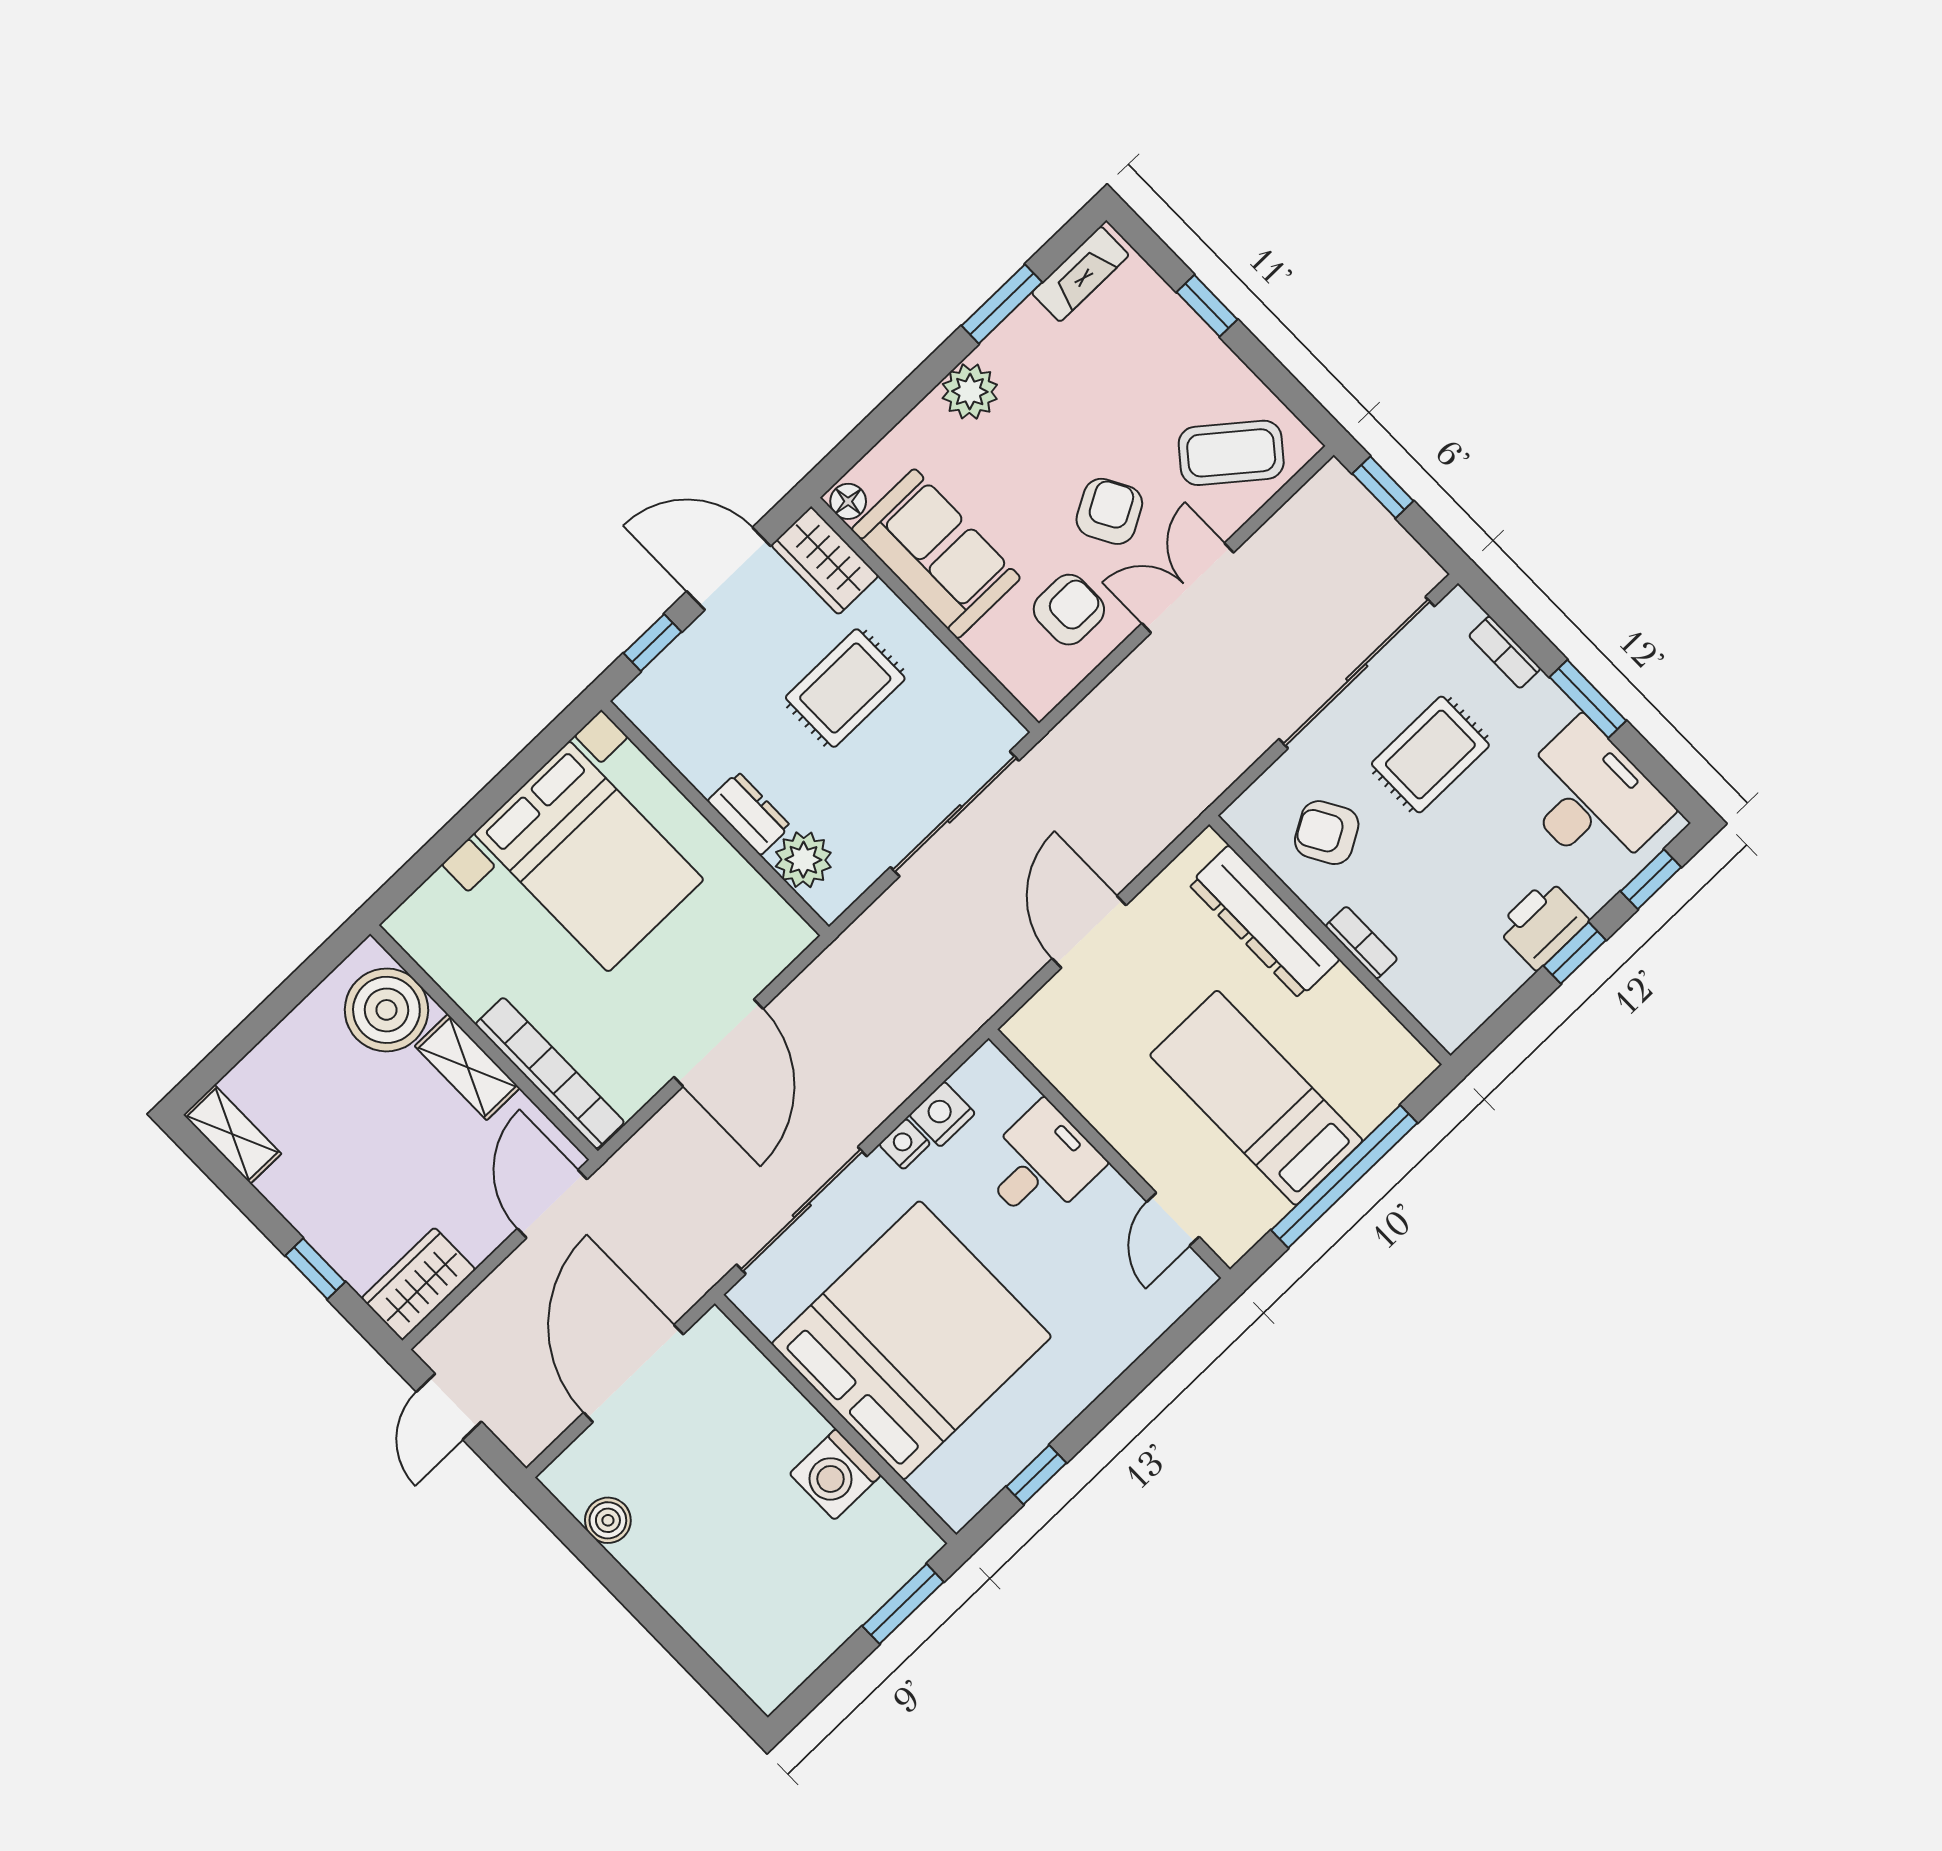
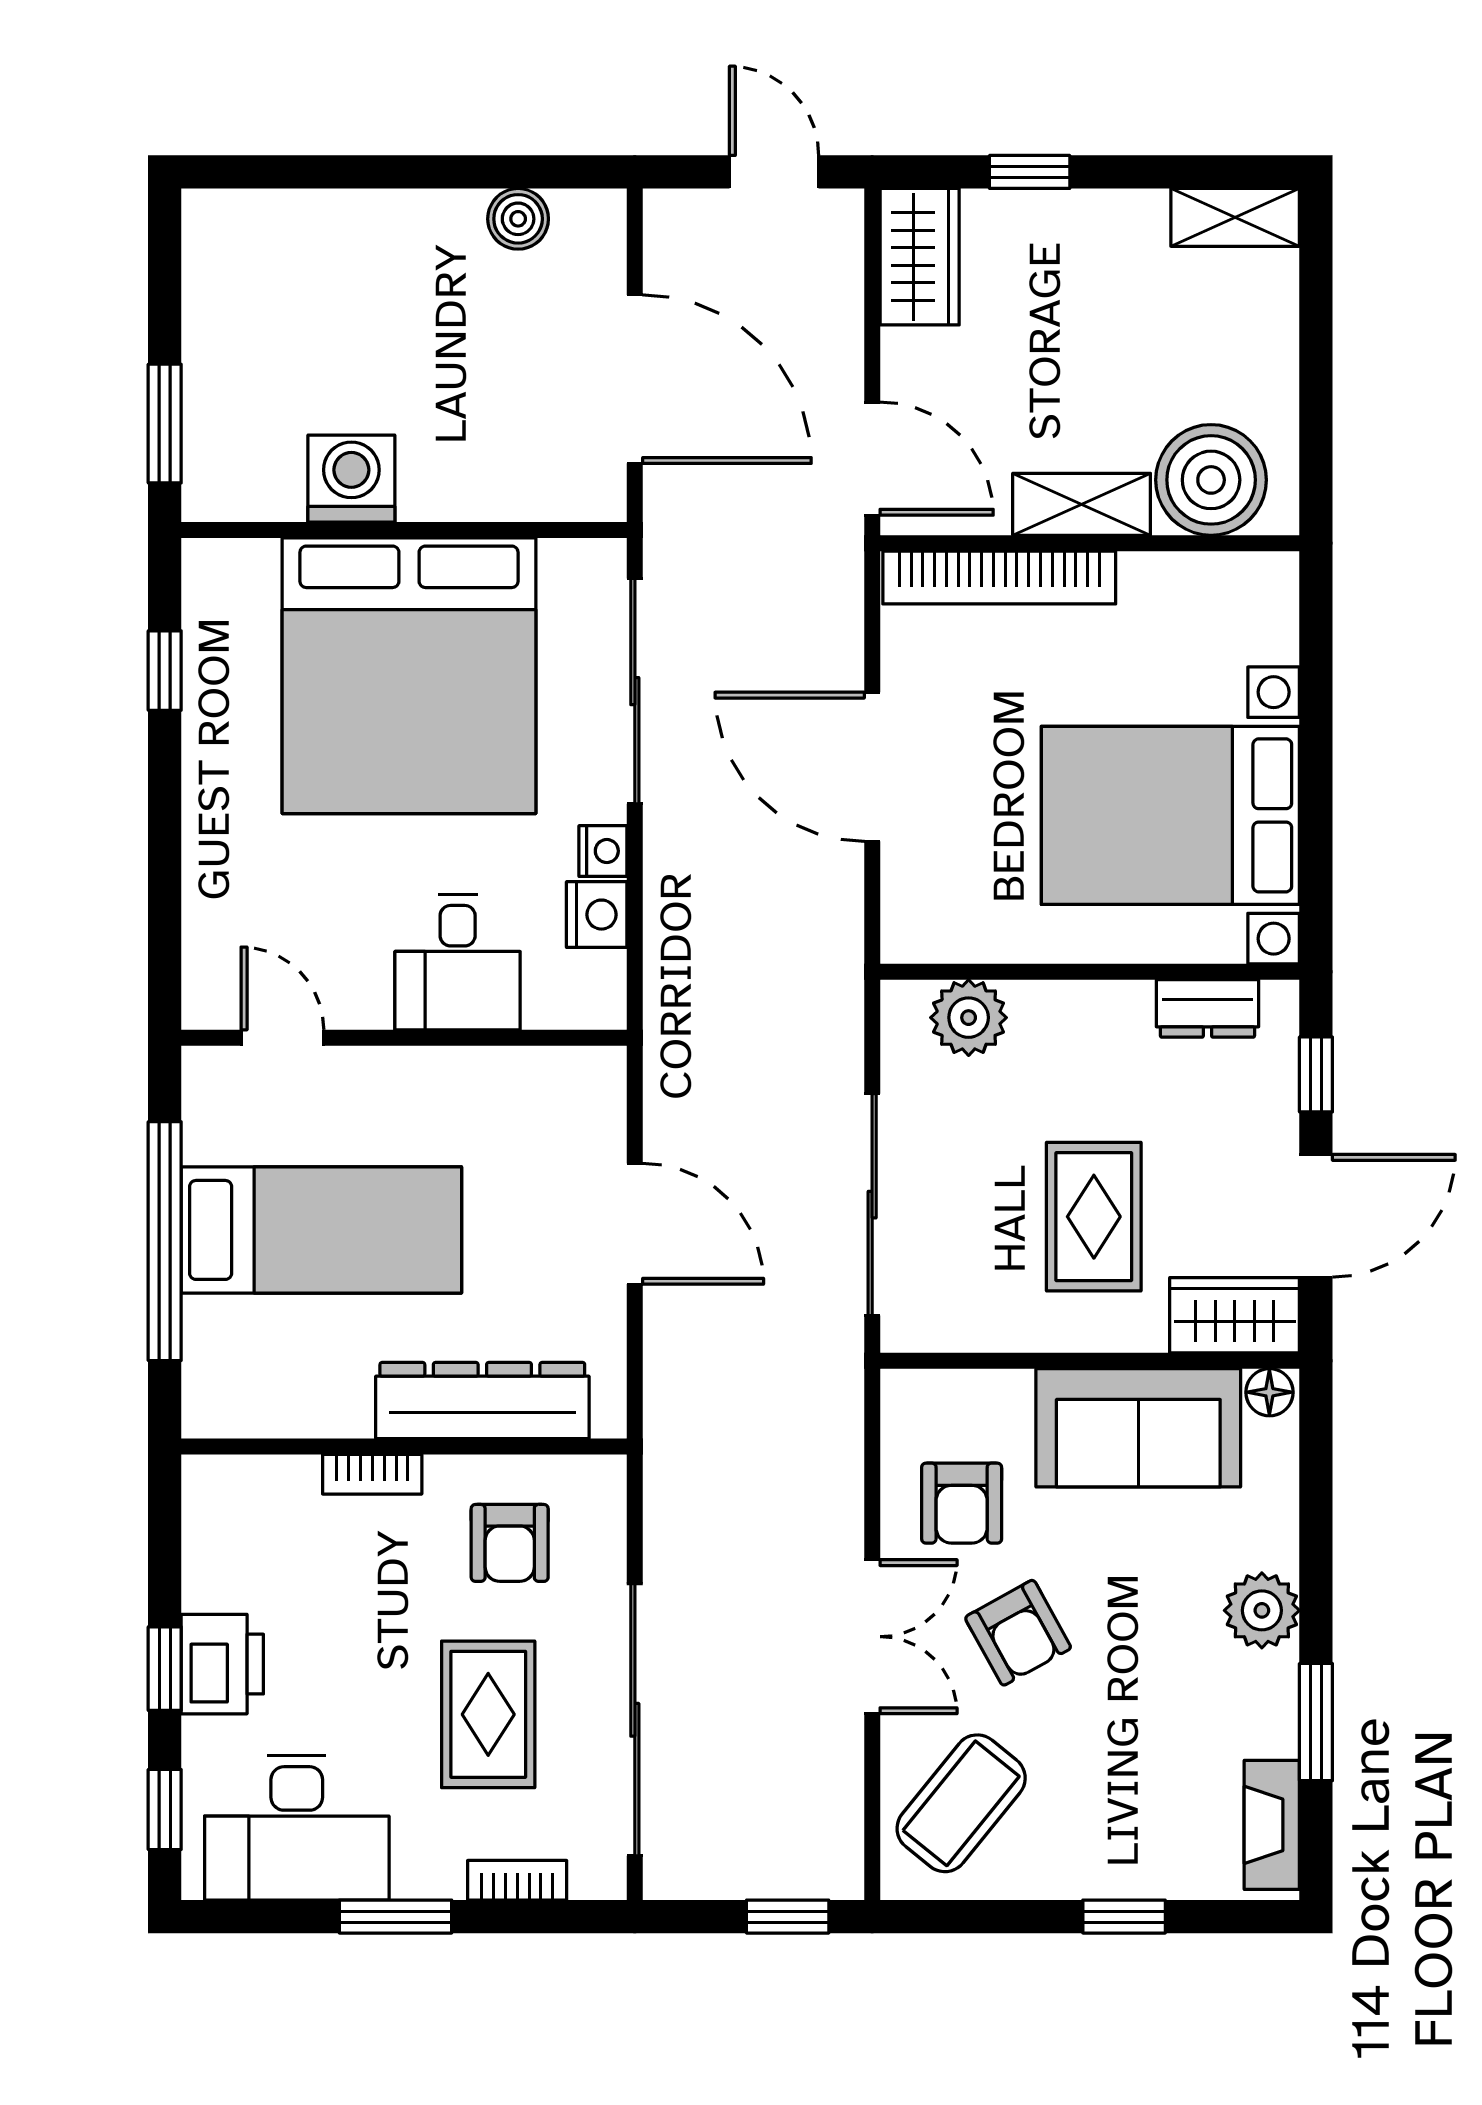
dresser: (749, 814) -> (1207, 1008), moved
armchair: (1327, 833) -> (510, 1543), turned 120

